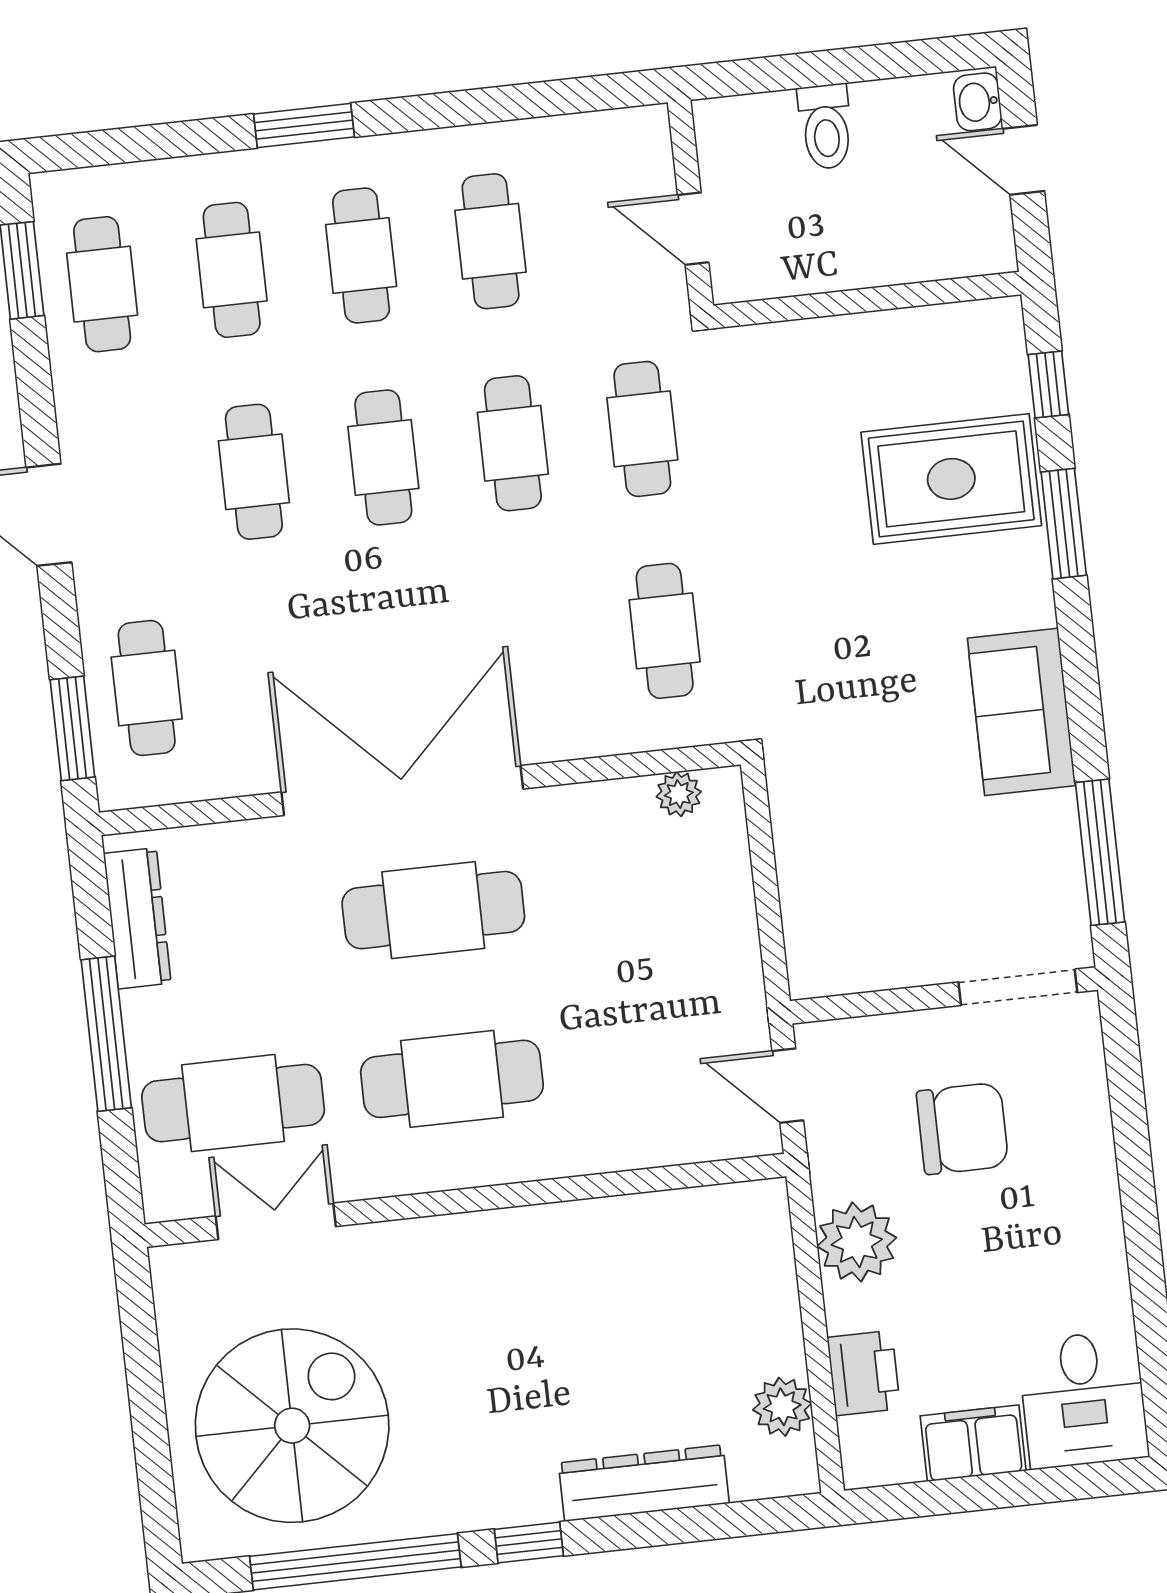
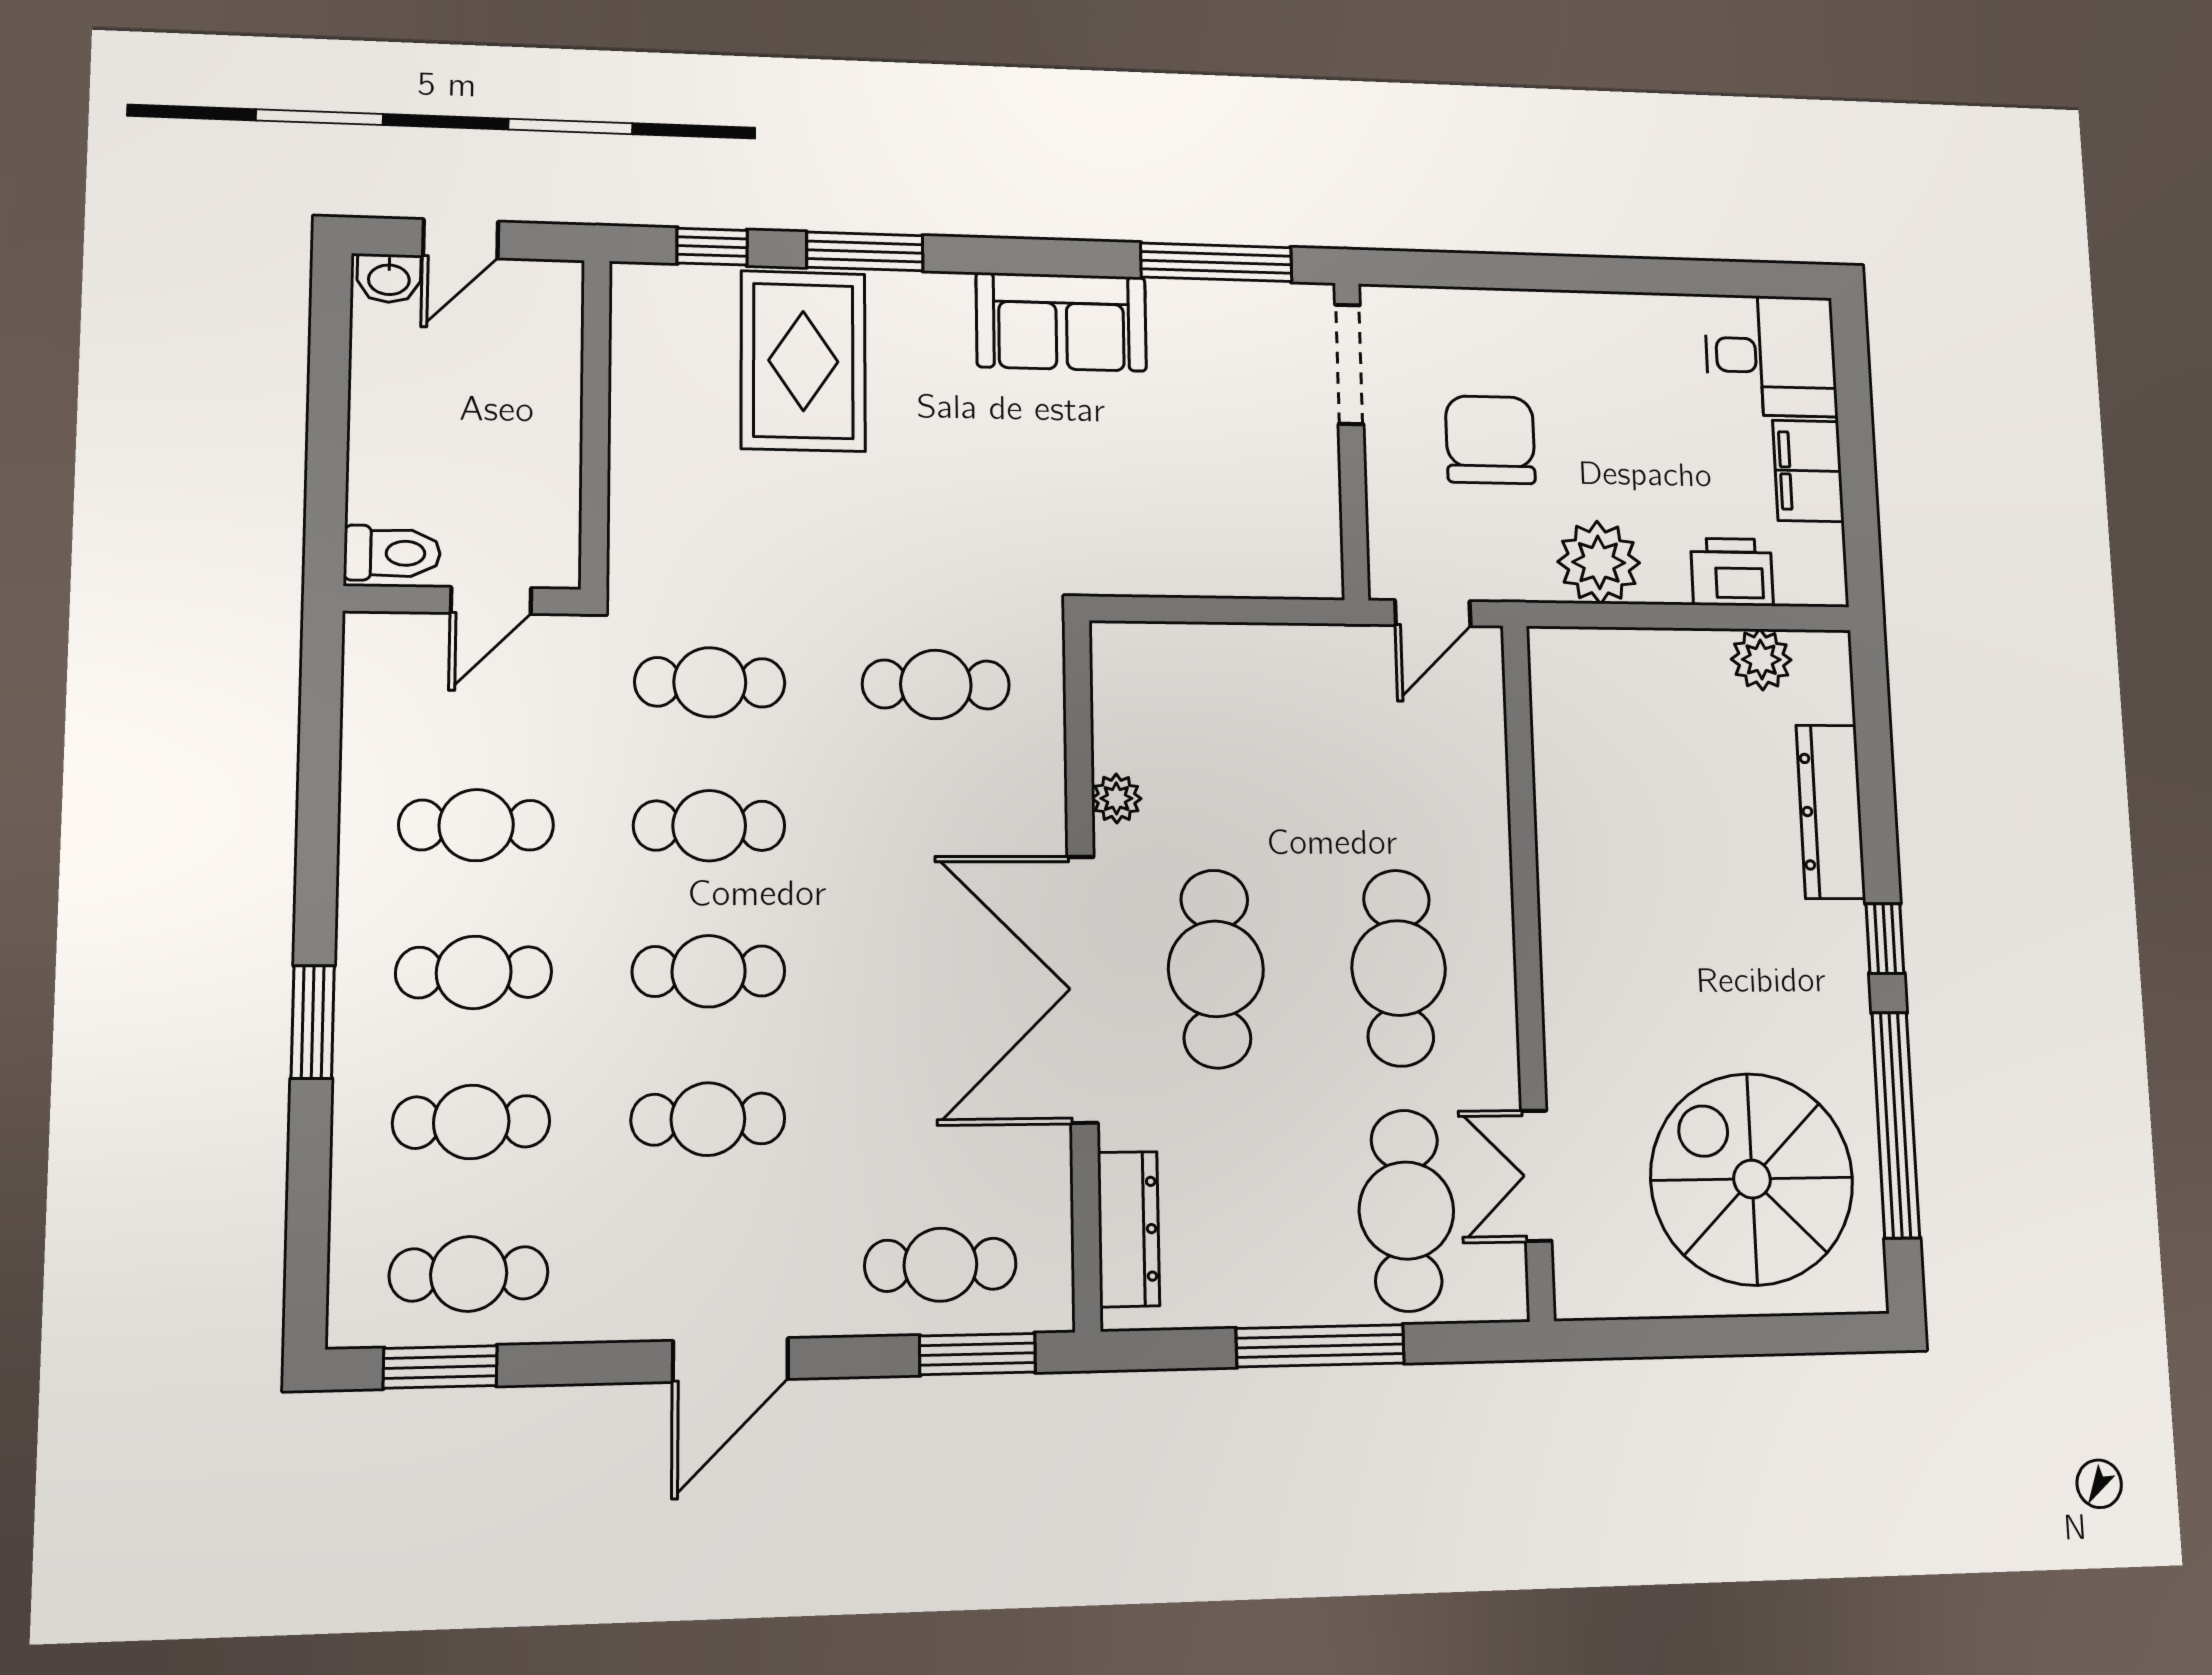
toilet: (826, 127) -> (392, 553), moved
plant: (679, 794) -> (1116, 798), moved
dresser: (137, 918) -> (1128, 1229), moved, turned 90

